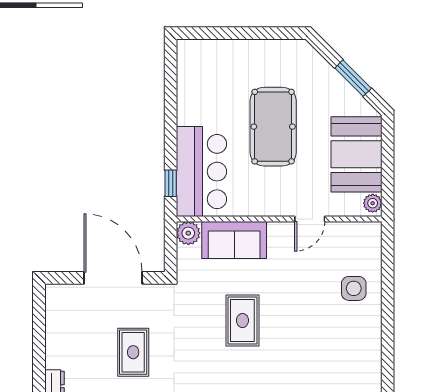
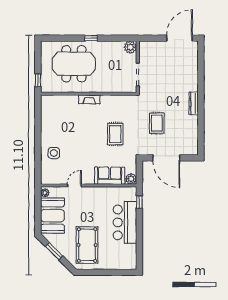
pool table: (273, 127) -> (87, 245), moved
bar counter: (201, 172) -> (125, 222), moved
rug: (242, 320) -> (115, 134), moved

